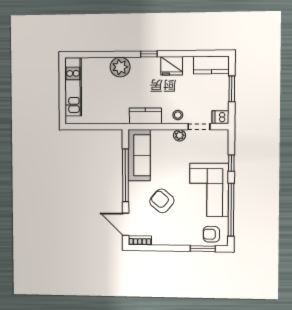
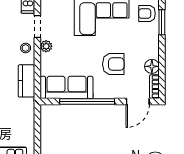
armchair: (162, 201) -> (113, 64), turned -130
armchair: (211, 234) -> (147, 14), turned 90
floor lamp: (160, 238) -> (152, 66), added

